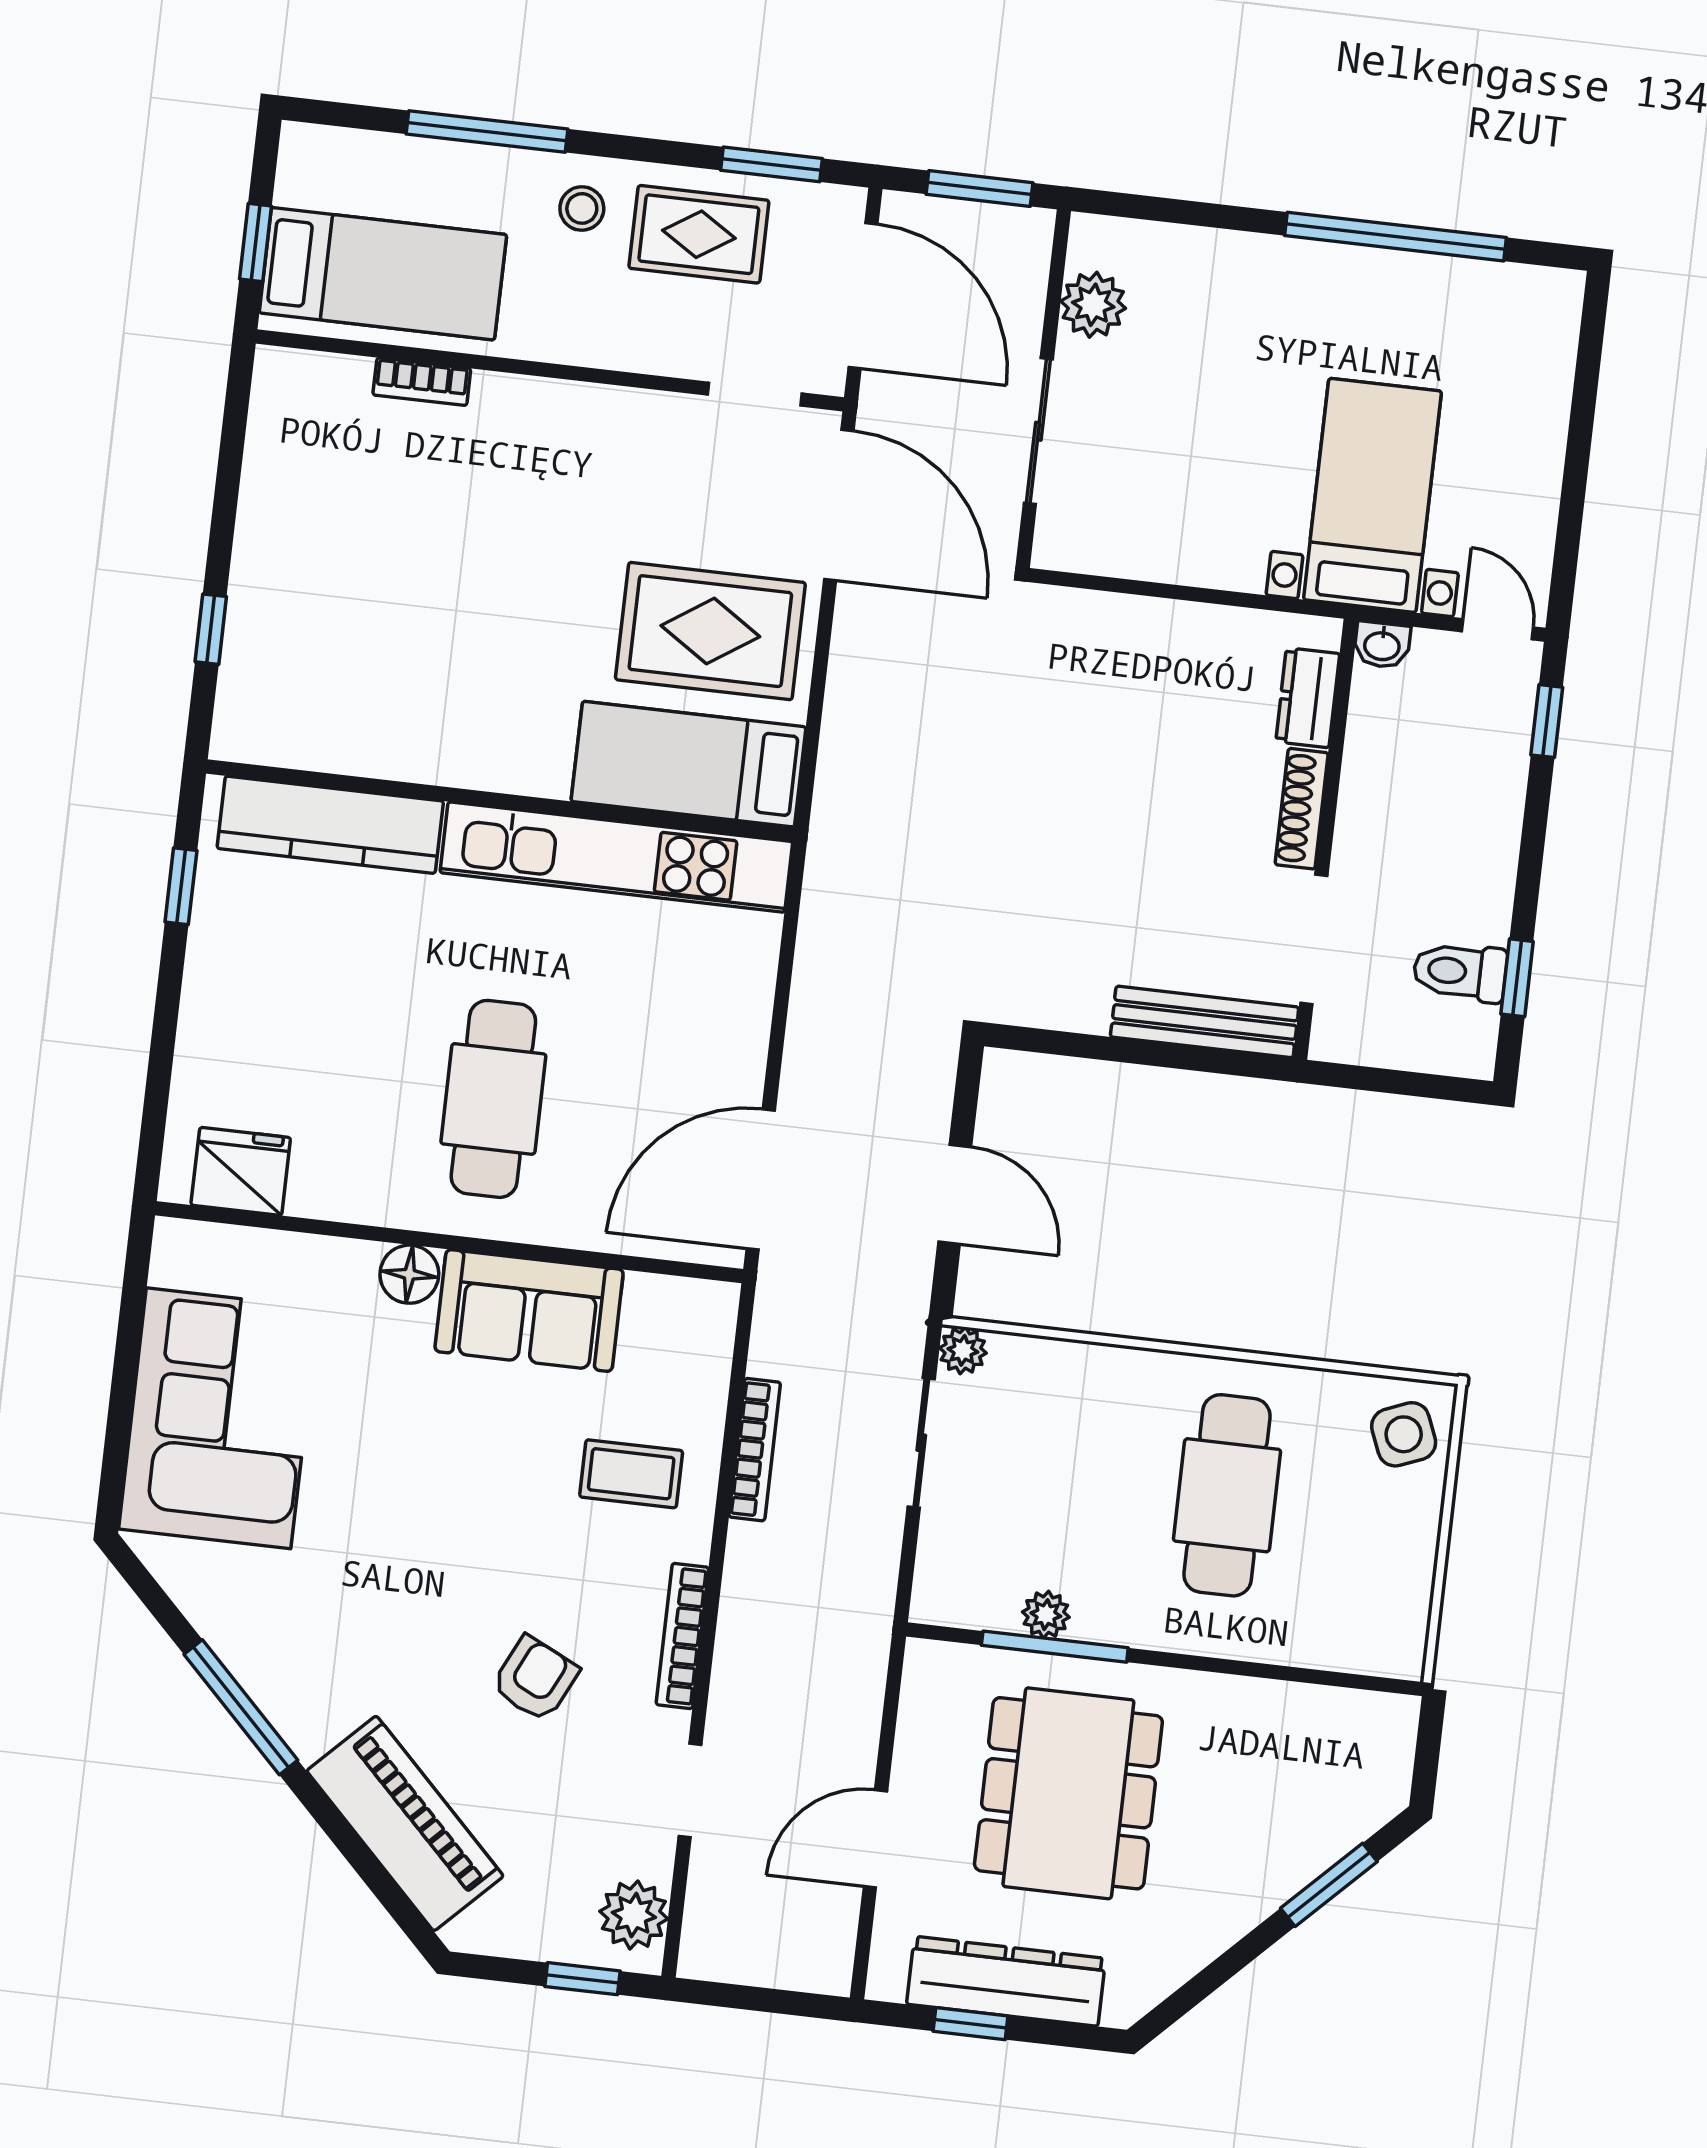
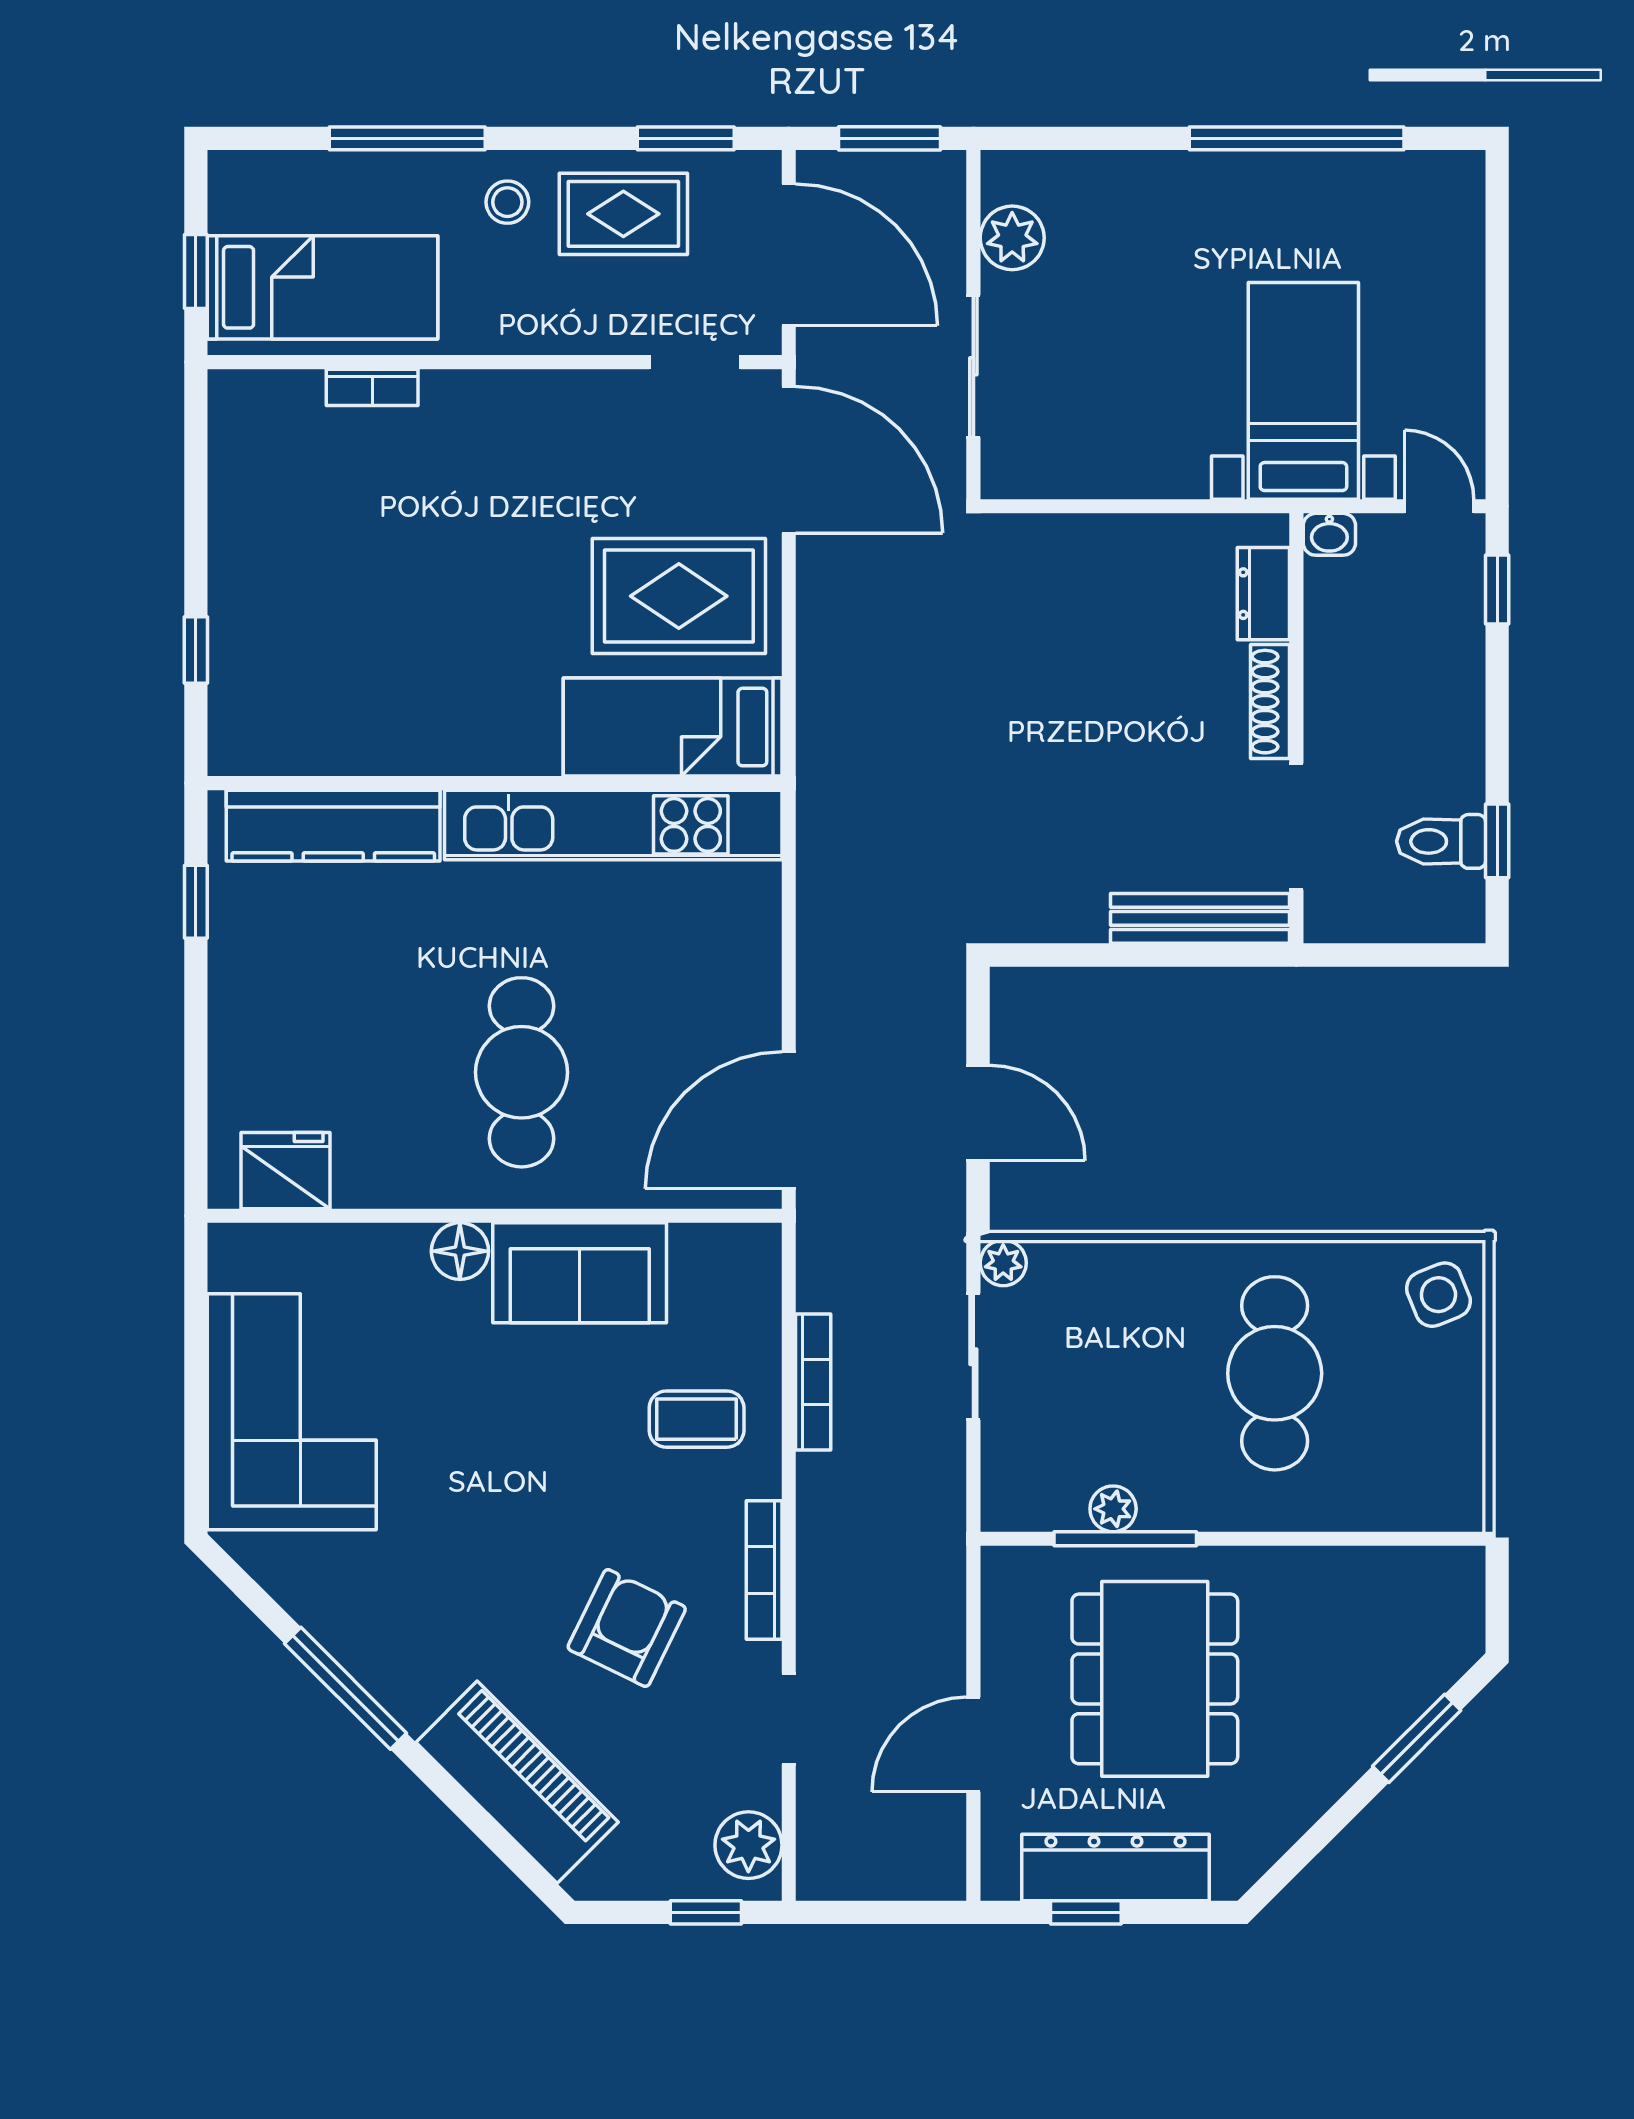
armchair: (535, 1679) -> (627, 1628), width x1.38, depth x1.38

